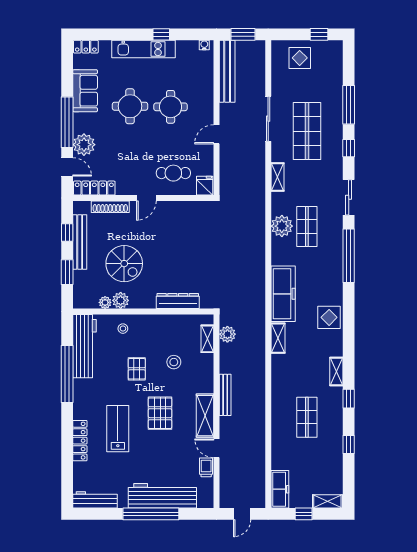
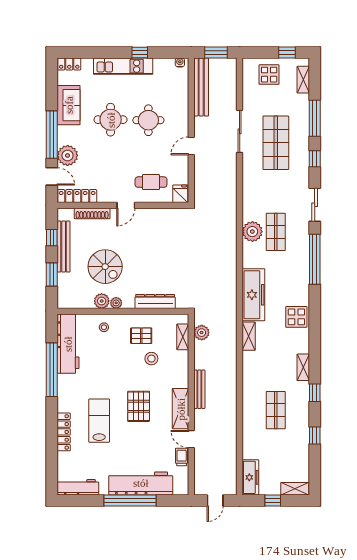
shelving: (278, 177) -> (303, 80), moved
plant: (105, 302) -> (116, 303), moved
pallet: (137, 369) -> (141, 336), moved, turned 90

